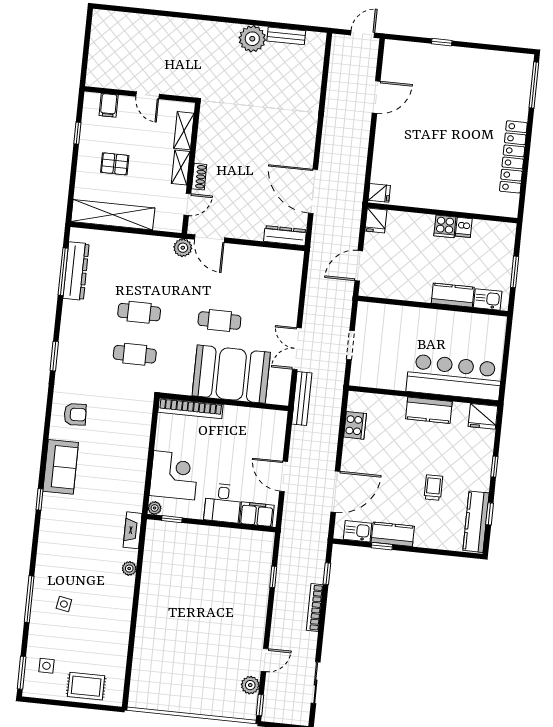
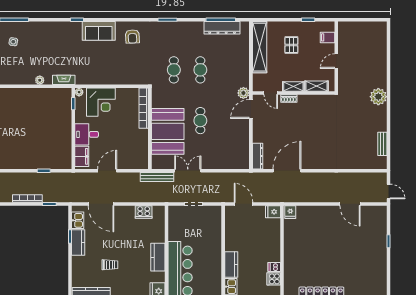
plant: (252, 39) -> (378, 97), moved
cooker: (445, 226) -> (274, 279), moved

